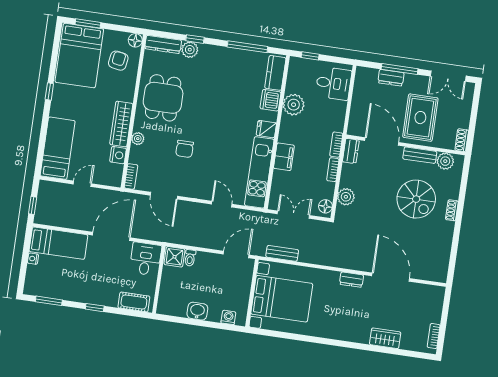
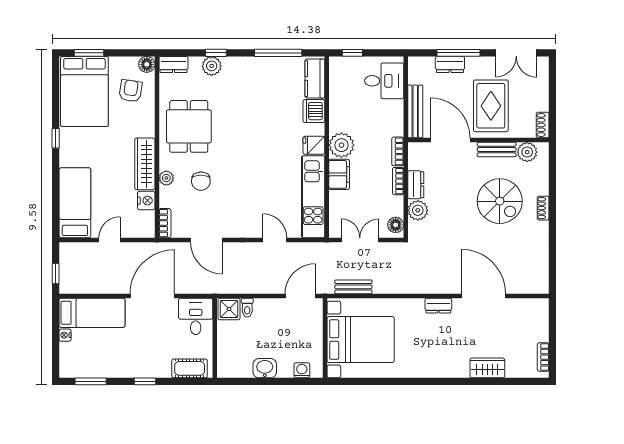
dresser: (163, 44) -> (173, 64), width x0.70
plant: (294, 105) -> (341, 145), moved
bench: (356, 113) -> (415, 111), added
chair: (185, 149) -> (201, 181), moved
dresser: (351, 151) -> (416, 185), moved

